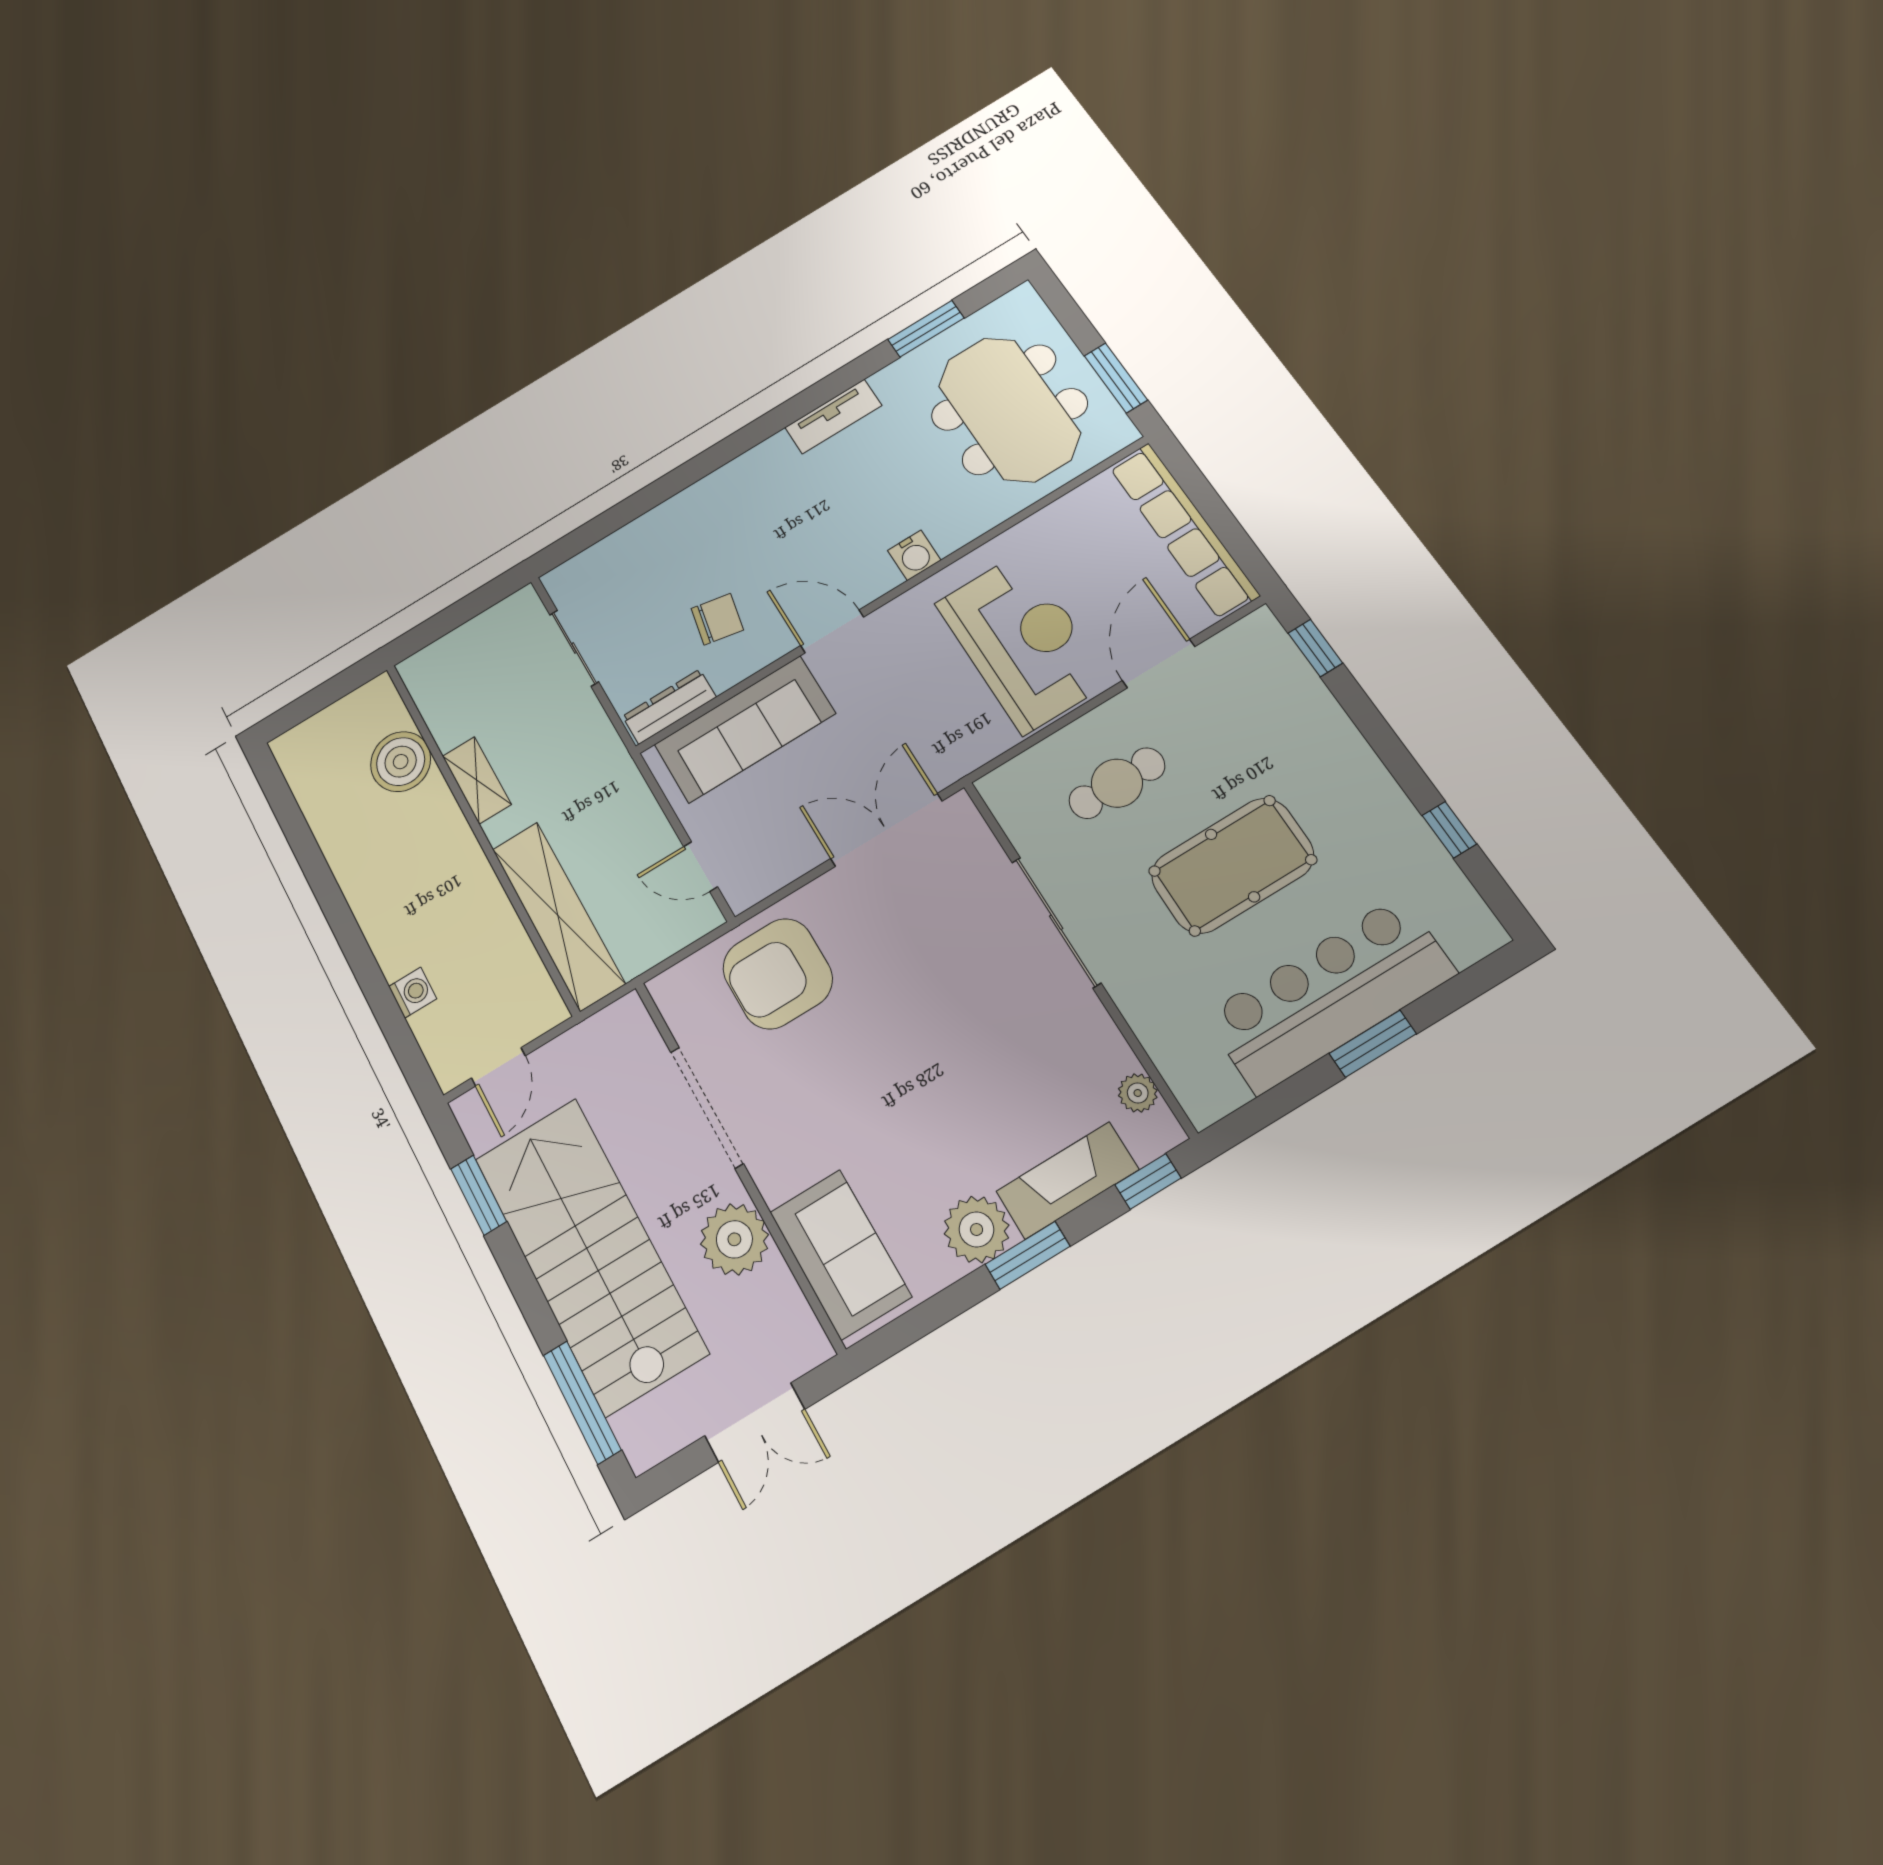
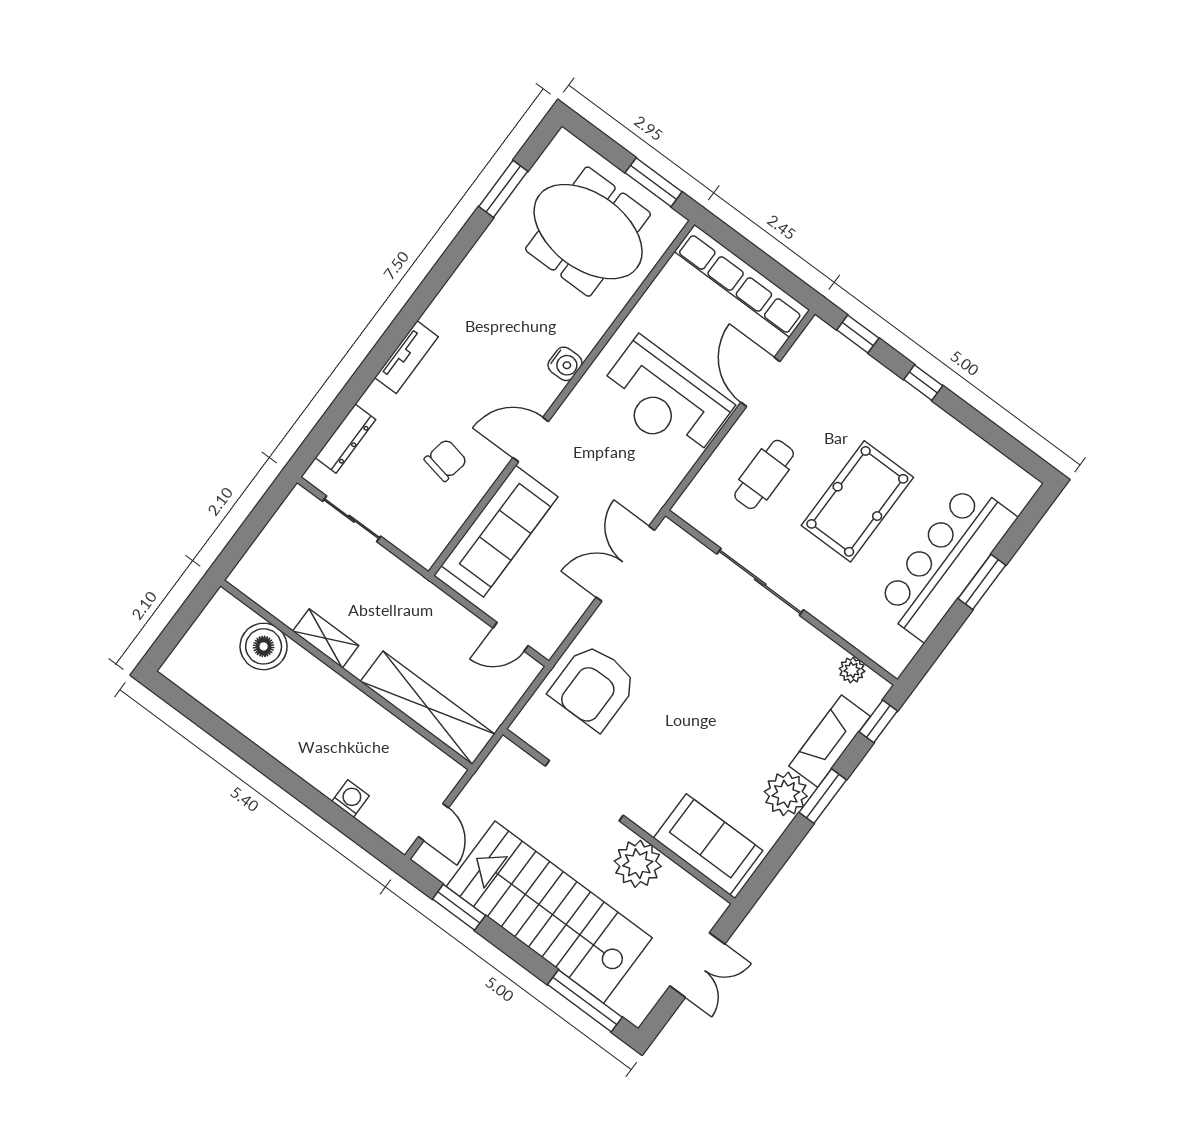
tv unit: (833, 417) -> (407, 357), moved
reception desk: (1023, 642) -> (665, 400), turned 180
dresser: (669, 707) -> (345, 439), moved, turned 180
window: (1449, 830) -> (923, 383), moved

